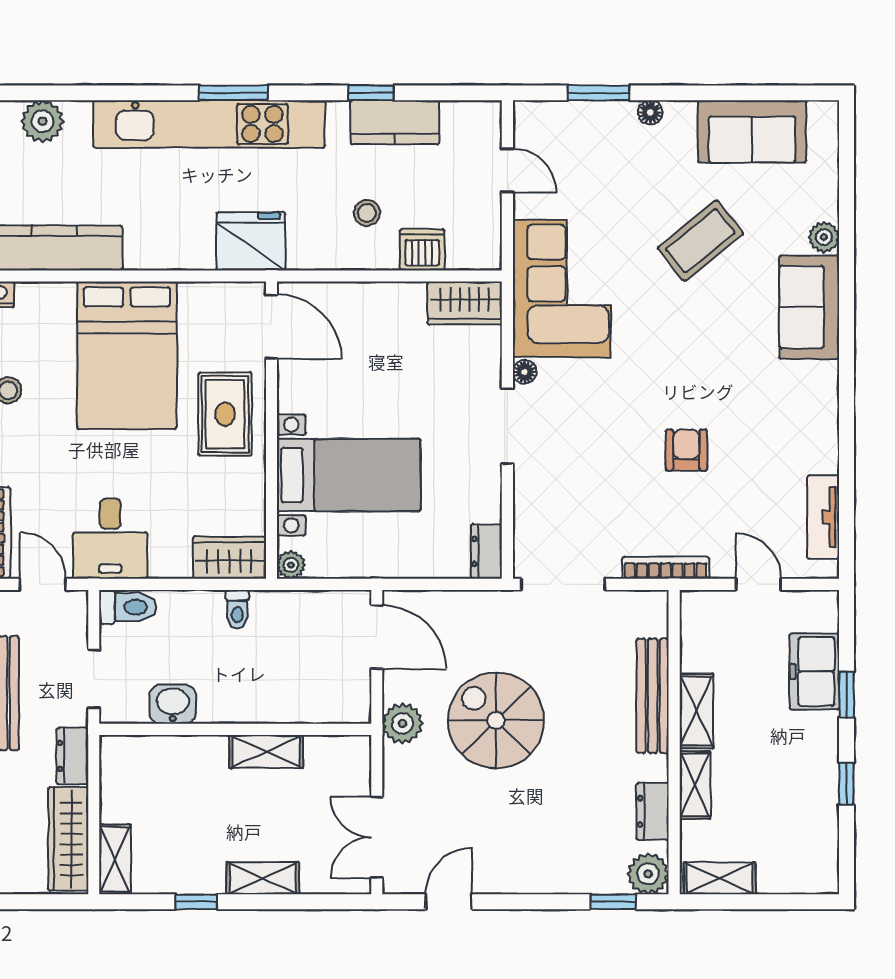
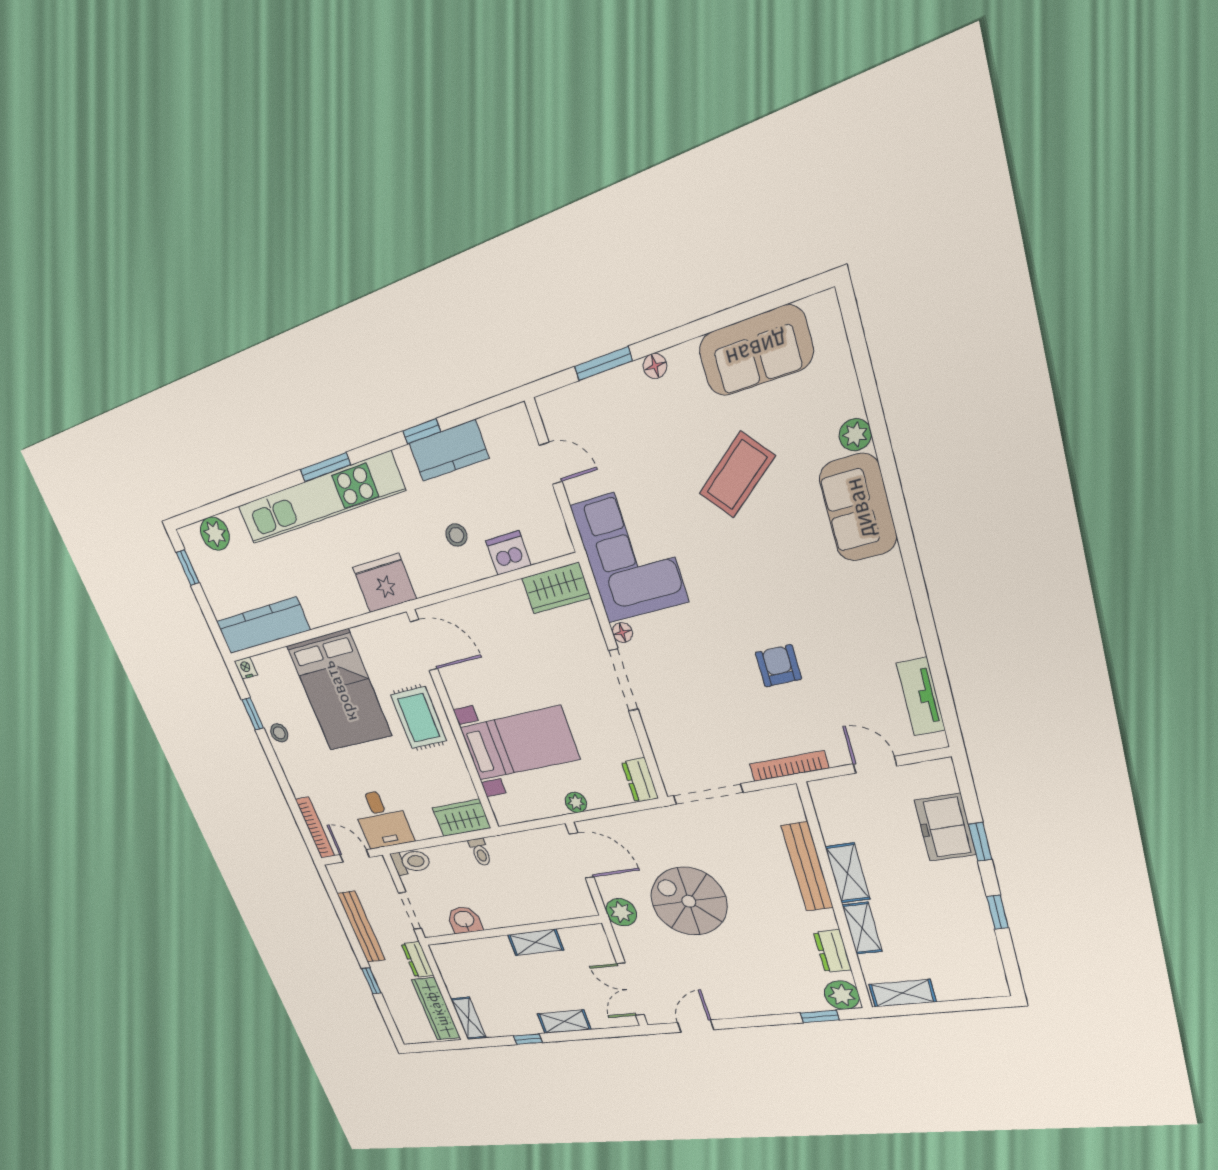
plant: (291, 565) -> (576, 802), moved

